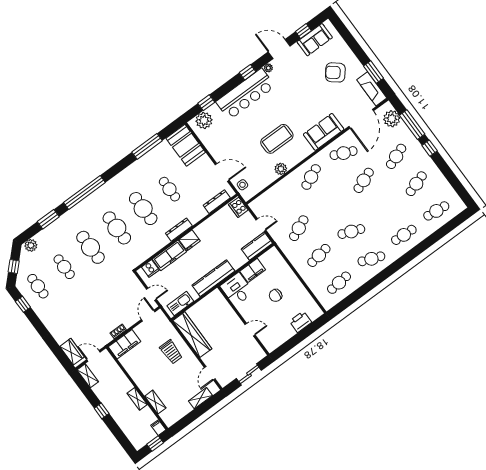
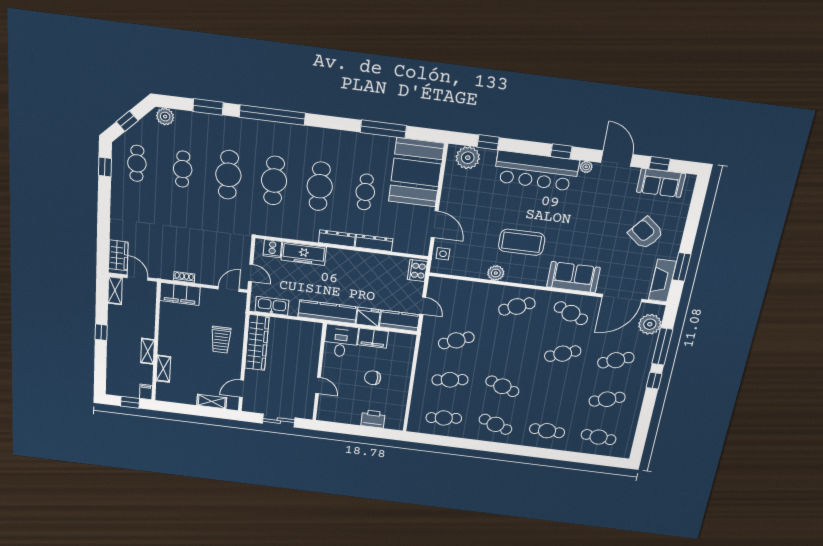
booth: (186, 145) -> (416, 172), width x1.36, depth x1.42
dresser: (217, 202) -> (374, 243), moved
fridge: (190, 240) -> (368, 317), moved, turned 180

